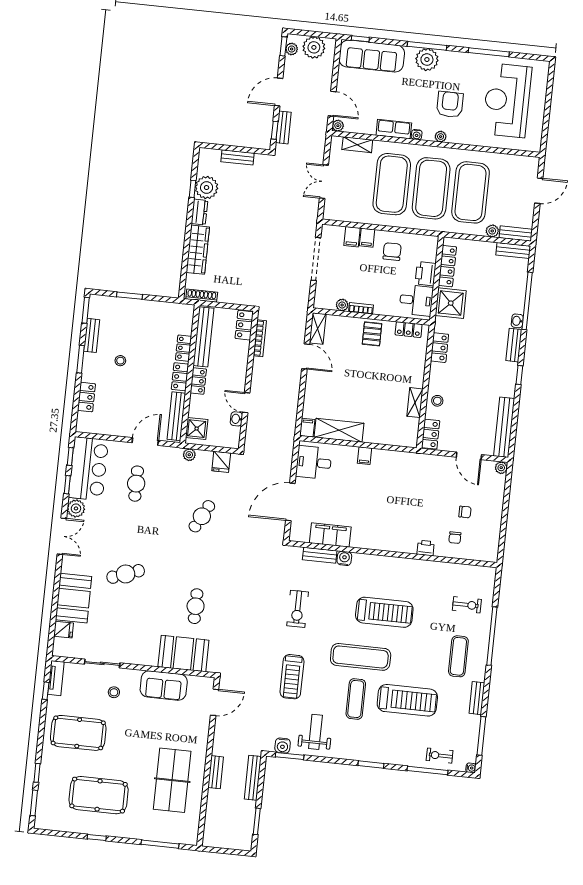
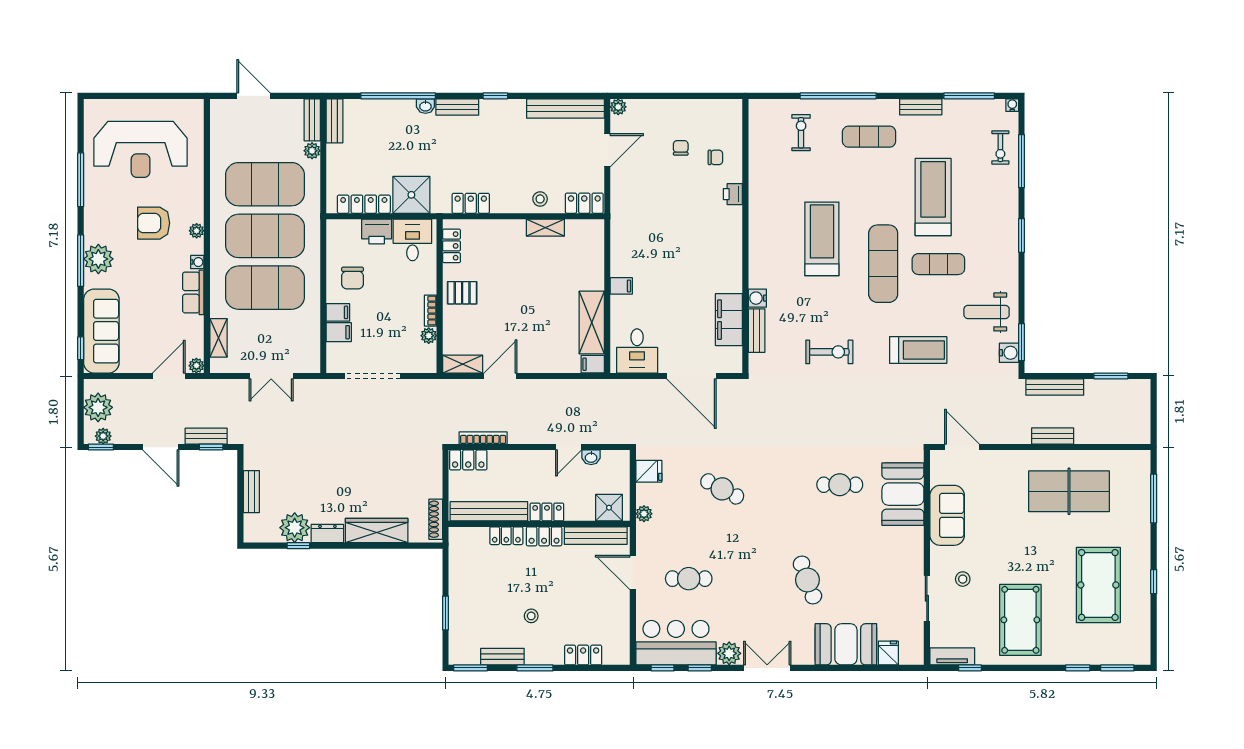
chair: (392, 252) -> (352, 278), turned -90

